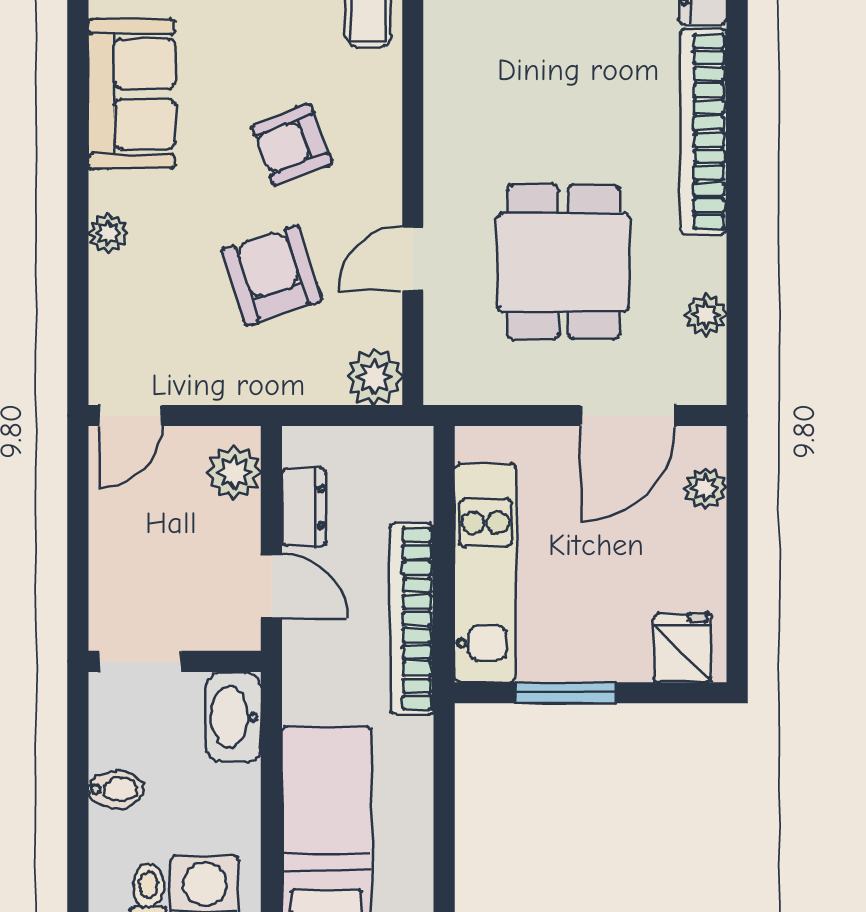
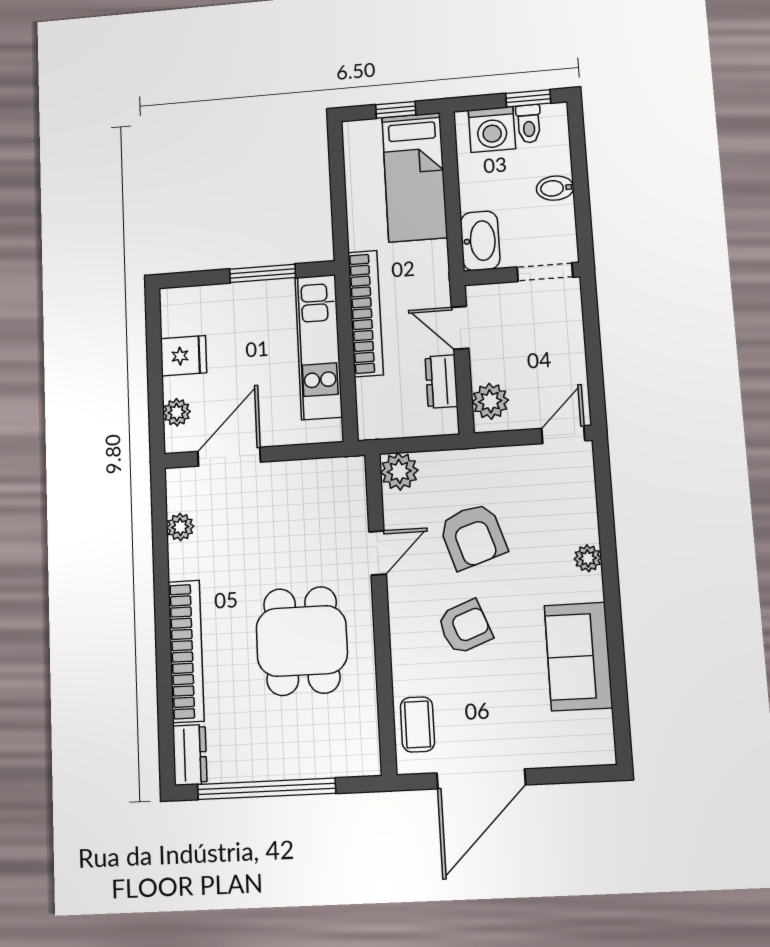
dining table: (563, 262) -> (302, 641), moved
fridge: (683, 648) -> (184, 356), moved, turned -90

